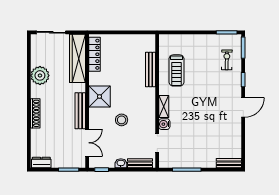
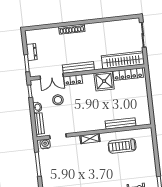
plant: (40, 75) -> (105, 29), removed
shower: (99, 97) -> (104, 81), moved
locker: (94, 118) -> (73, 80), added
stool: (122, 120) -> (58, 100), moved
water cooler: (164, 124) -> (45, 144), moved
dresser: (41, 163) -> (32, 52), moved

